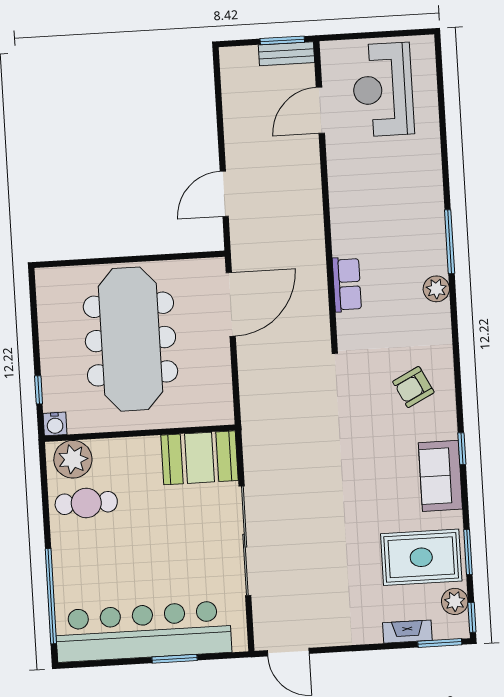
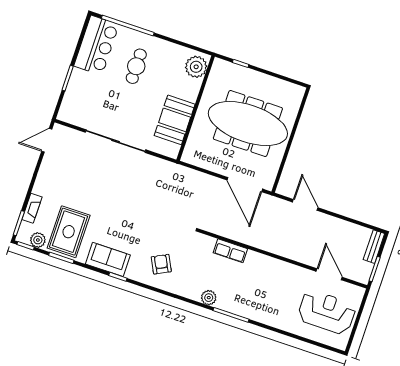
bench: (286, 54) -> (374, 247), moved
water cooler: (55, 424) -> (219, 65), removed
booth: (200, 458) -> (175, 120), moved
cafe table: (86, 503) -> (136, 66), moved
bar counter: (143, 631) -> (96, 45), width x0.54

